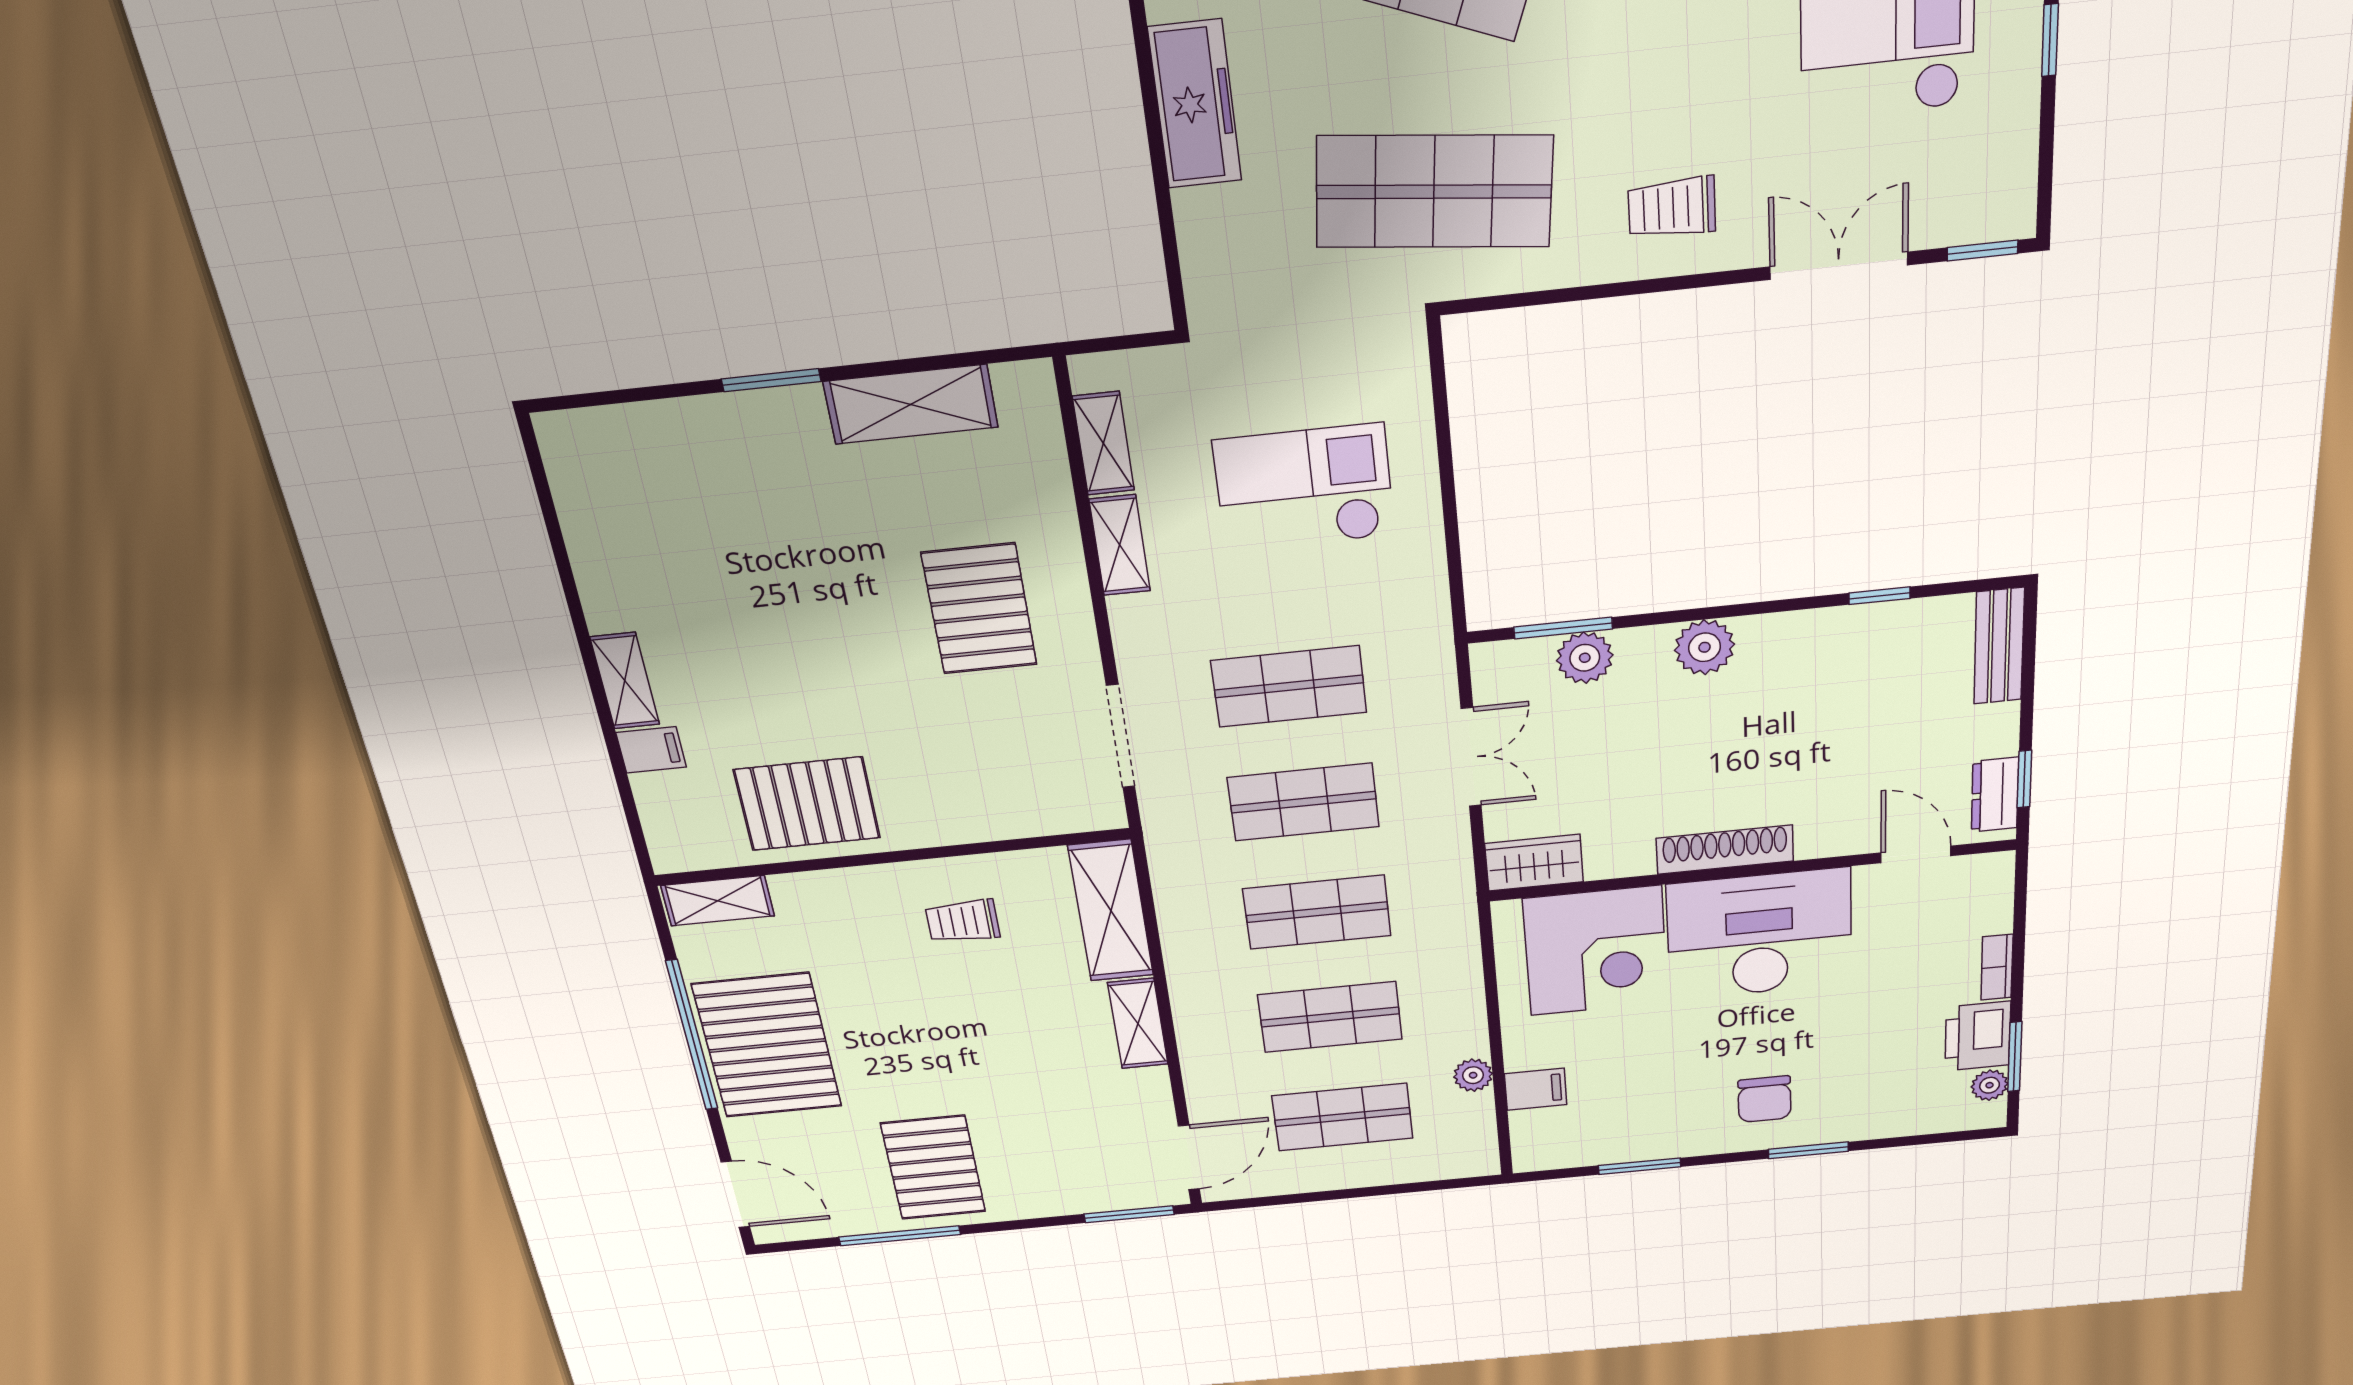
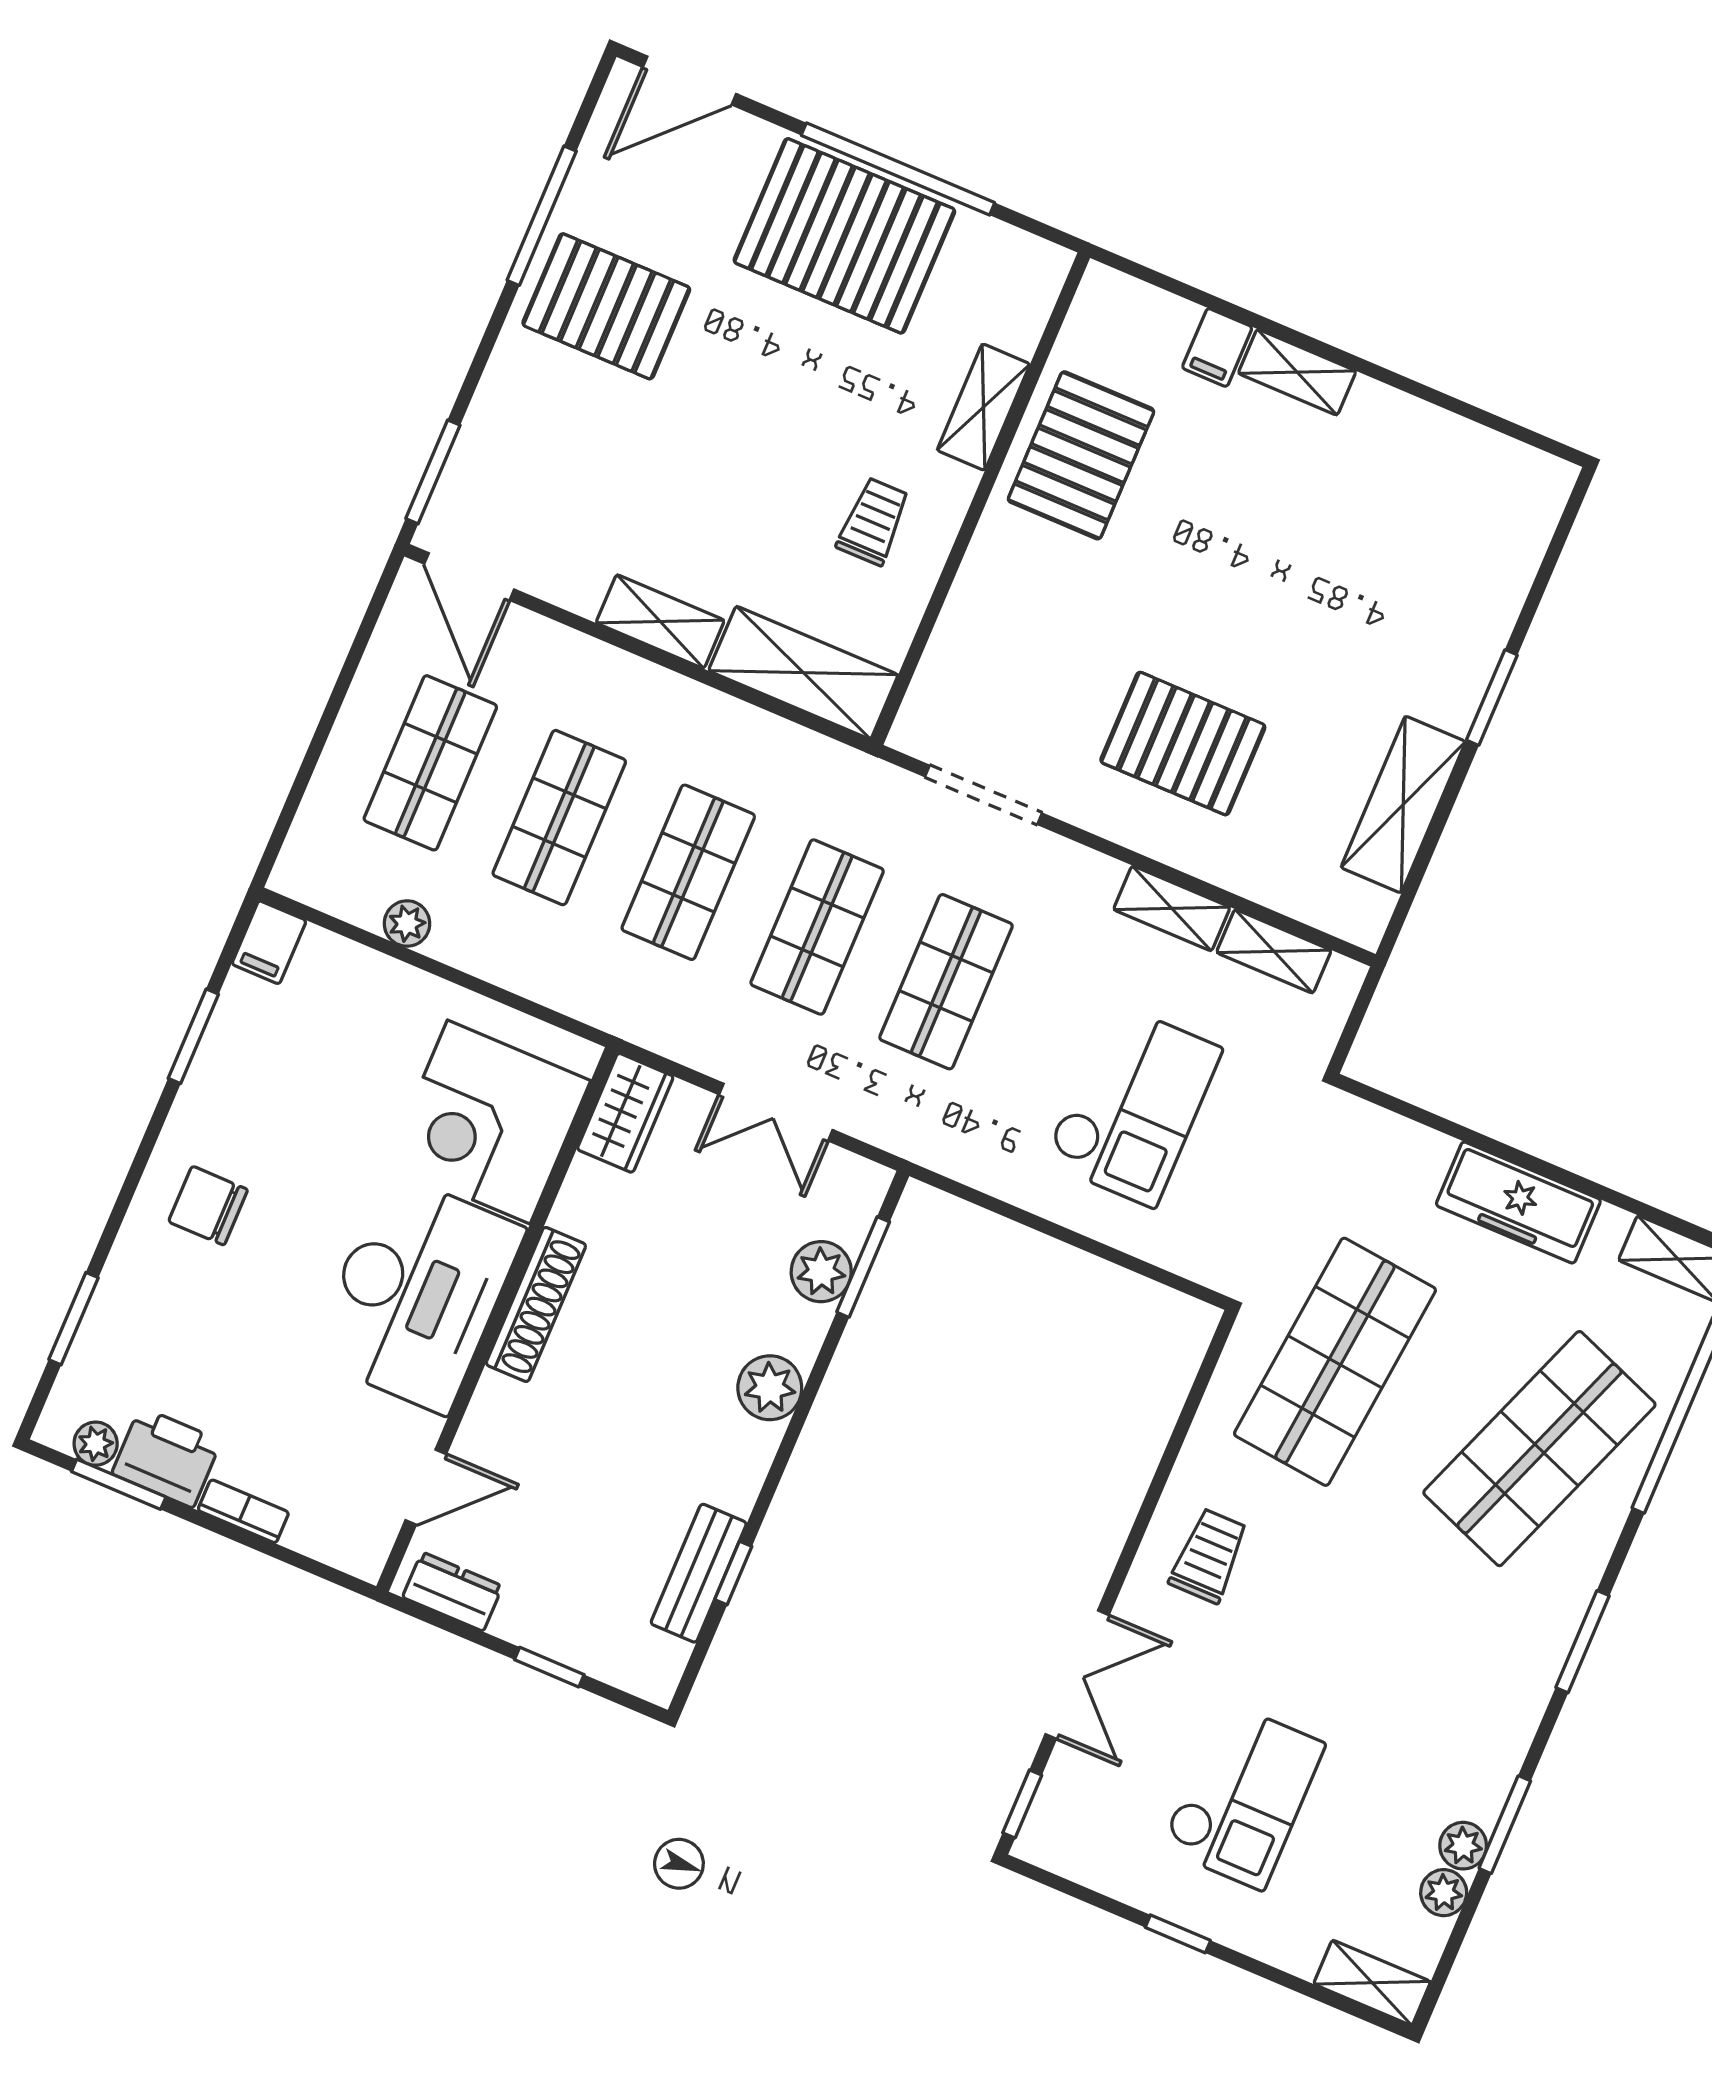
bench: (1999, 646) -> (699, 1573), moved, turned 90
window: (2024, 779) -> (549, 1667), moved
shelving: (718, 901) -> (984, 407), moved
filing cabinet: (1536, 1089) -> (269, 942), moved
window: (1808, 1150) -> (74, 1319), moved

